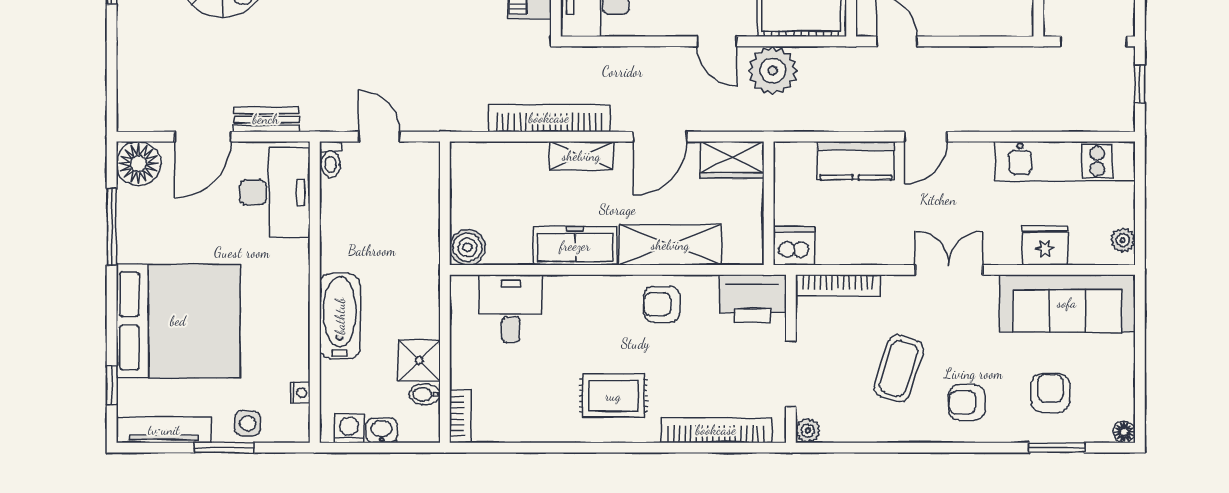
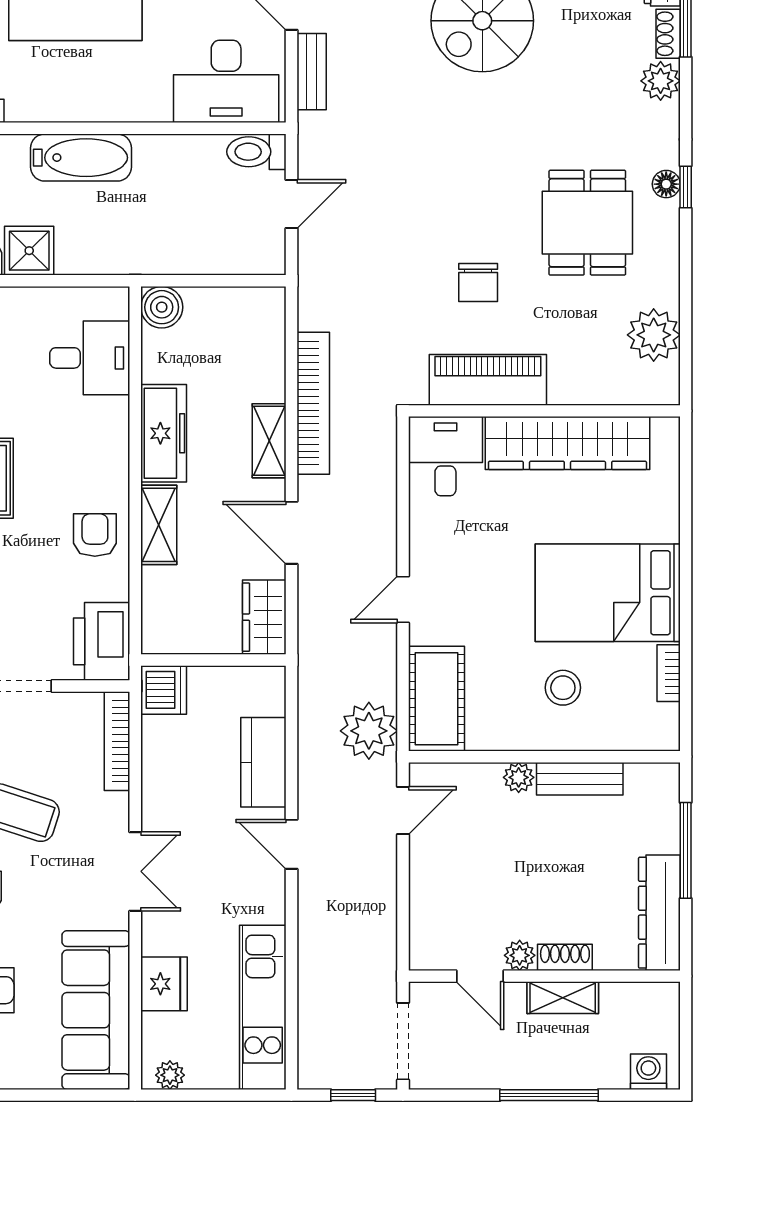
plant: (773, 71) -> (369, 731), moved
toilet: (331, 160) -> (256, 152), width x1.37, depth x1.39
shelving: (670, 245) -> (159, 525), width x0.67, depth x0.75

